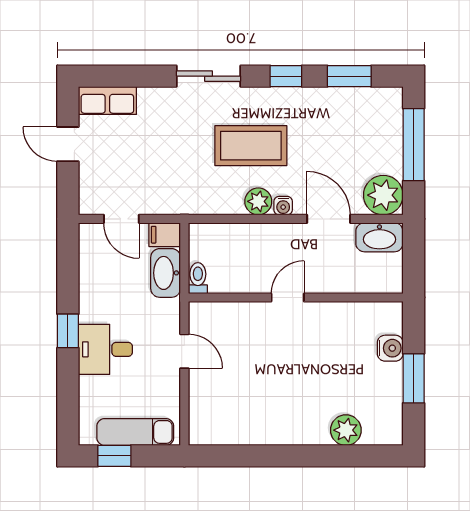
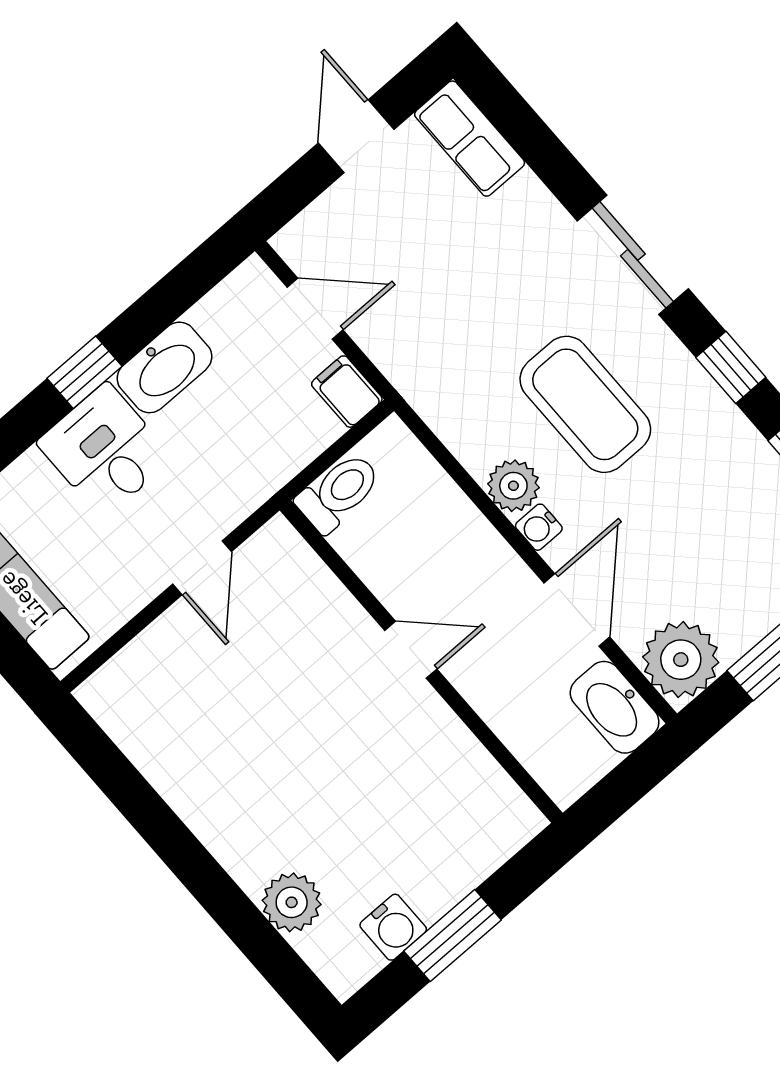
door: (121, 219) -> (315, 309), swing flipped
washbasin: (166, 273) -> (165, 367), moved, turned 180
toilet: (198, 278) -> (339, 492), width x1.37, depth x1.39
water cooler: (390, 348) -> (393, 927), moved

